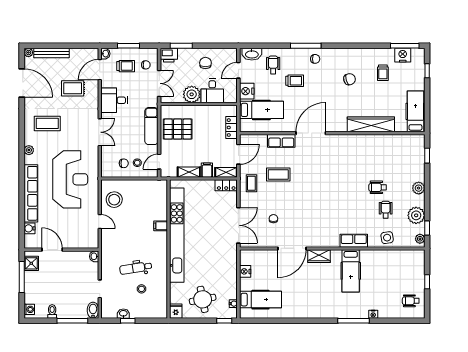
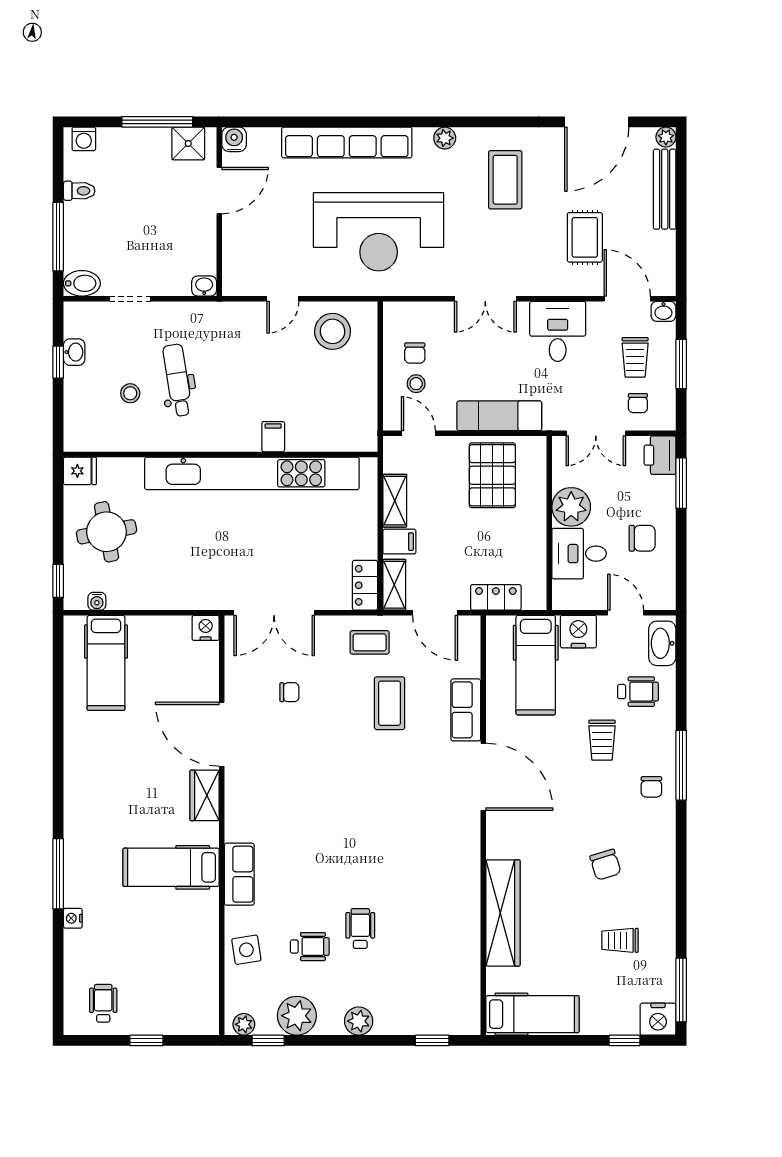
nightstand: (403, 55) -> (658, 1019), moved, turned 90
water cooler: (29, 228) -> (234, 139), moved
nightstand: (245, 271) -> (206, 628), moved

